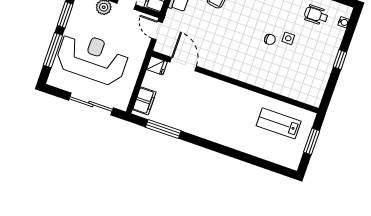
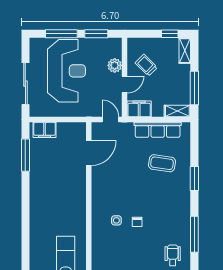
door: (157, 30) -> (110, 120), hinge flipped
side table: (288, 38) -> (116, 220), moved
fridge: (157, 66) -> (80, 130), removed

